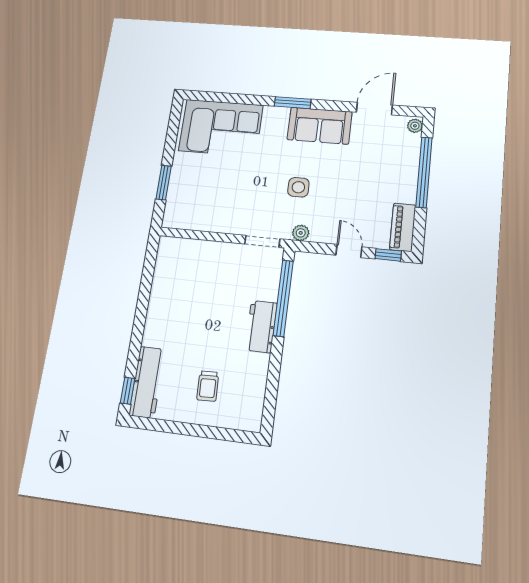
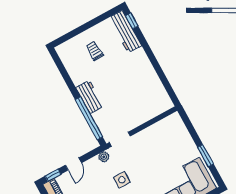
window: (164, 183) -> (206, 156), moved
door: (349, 251) -> (73, 164), hinge flipped

